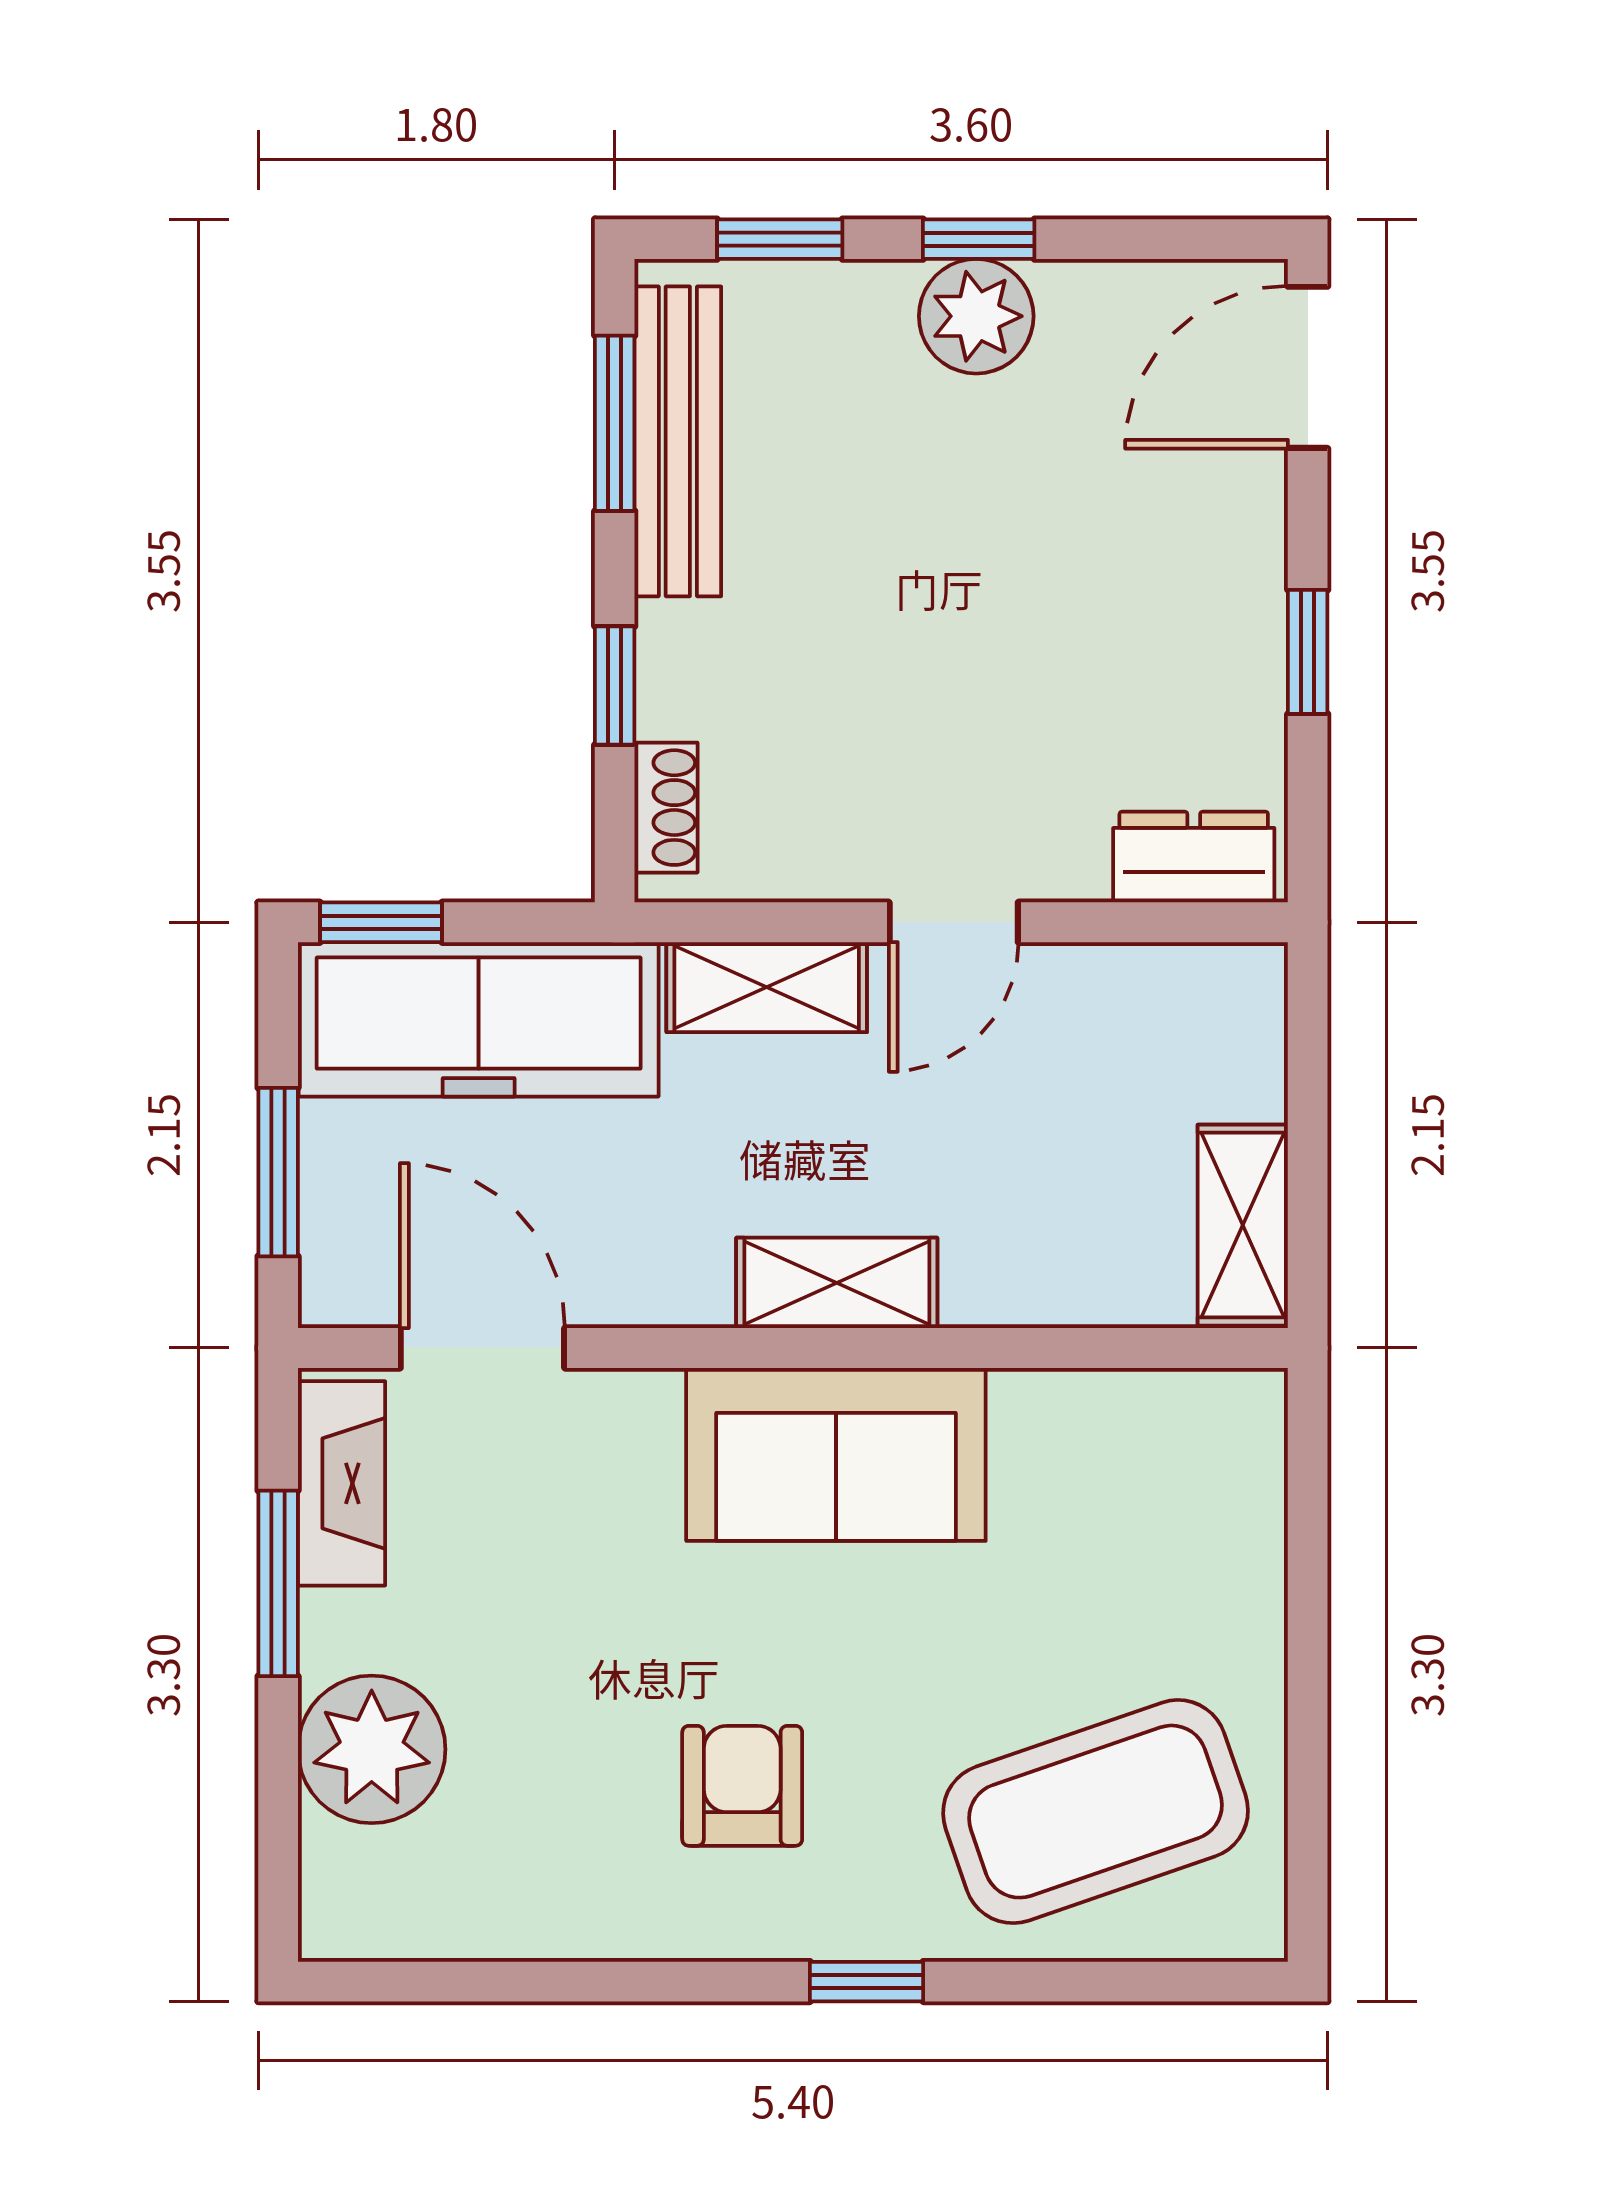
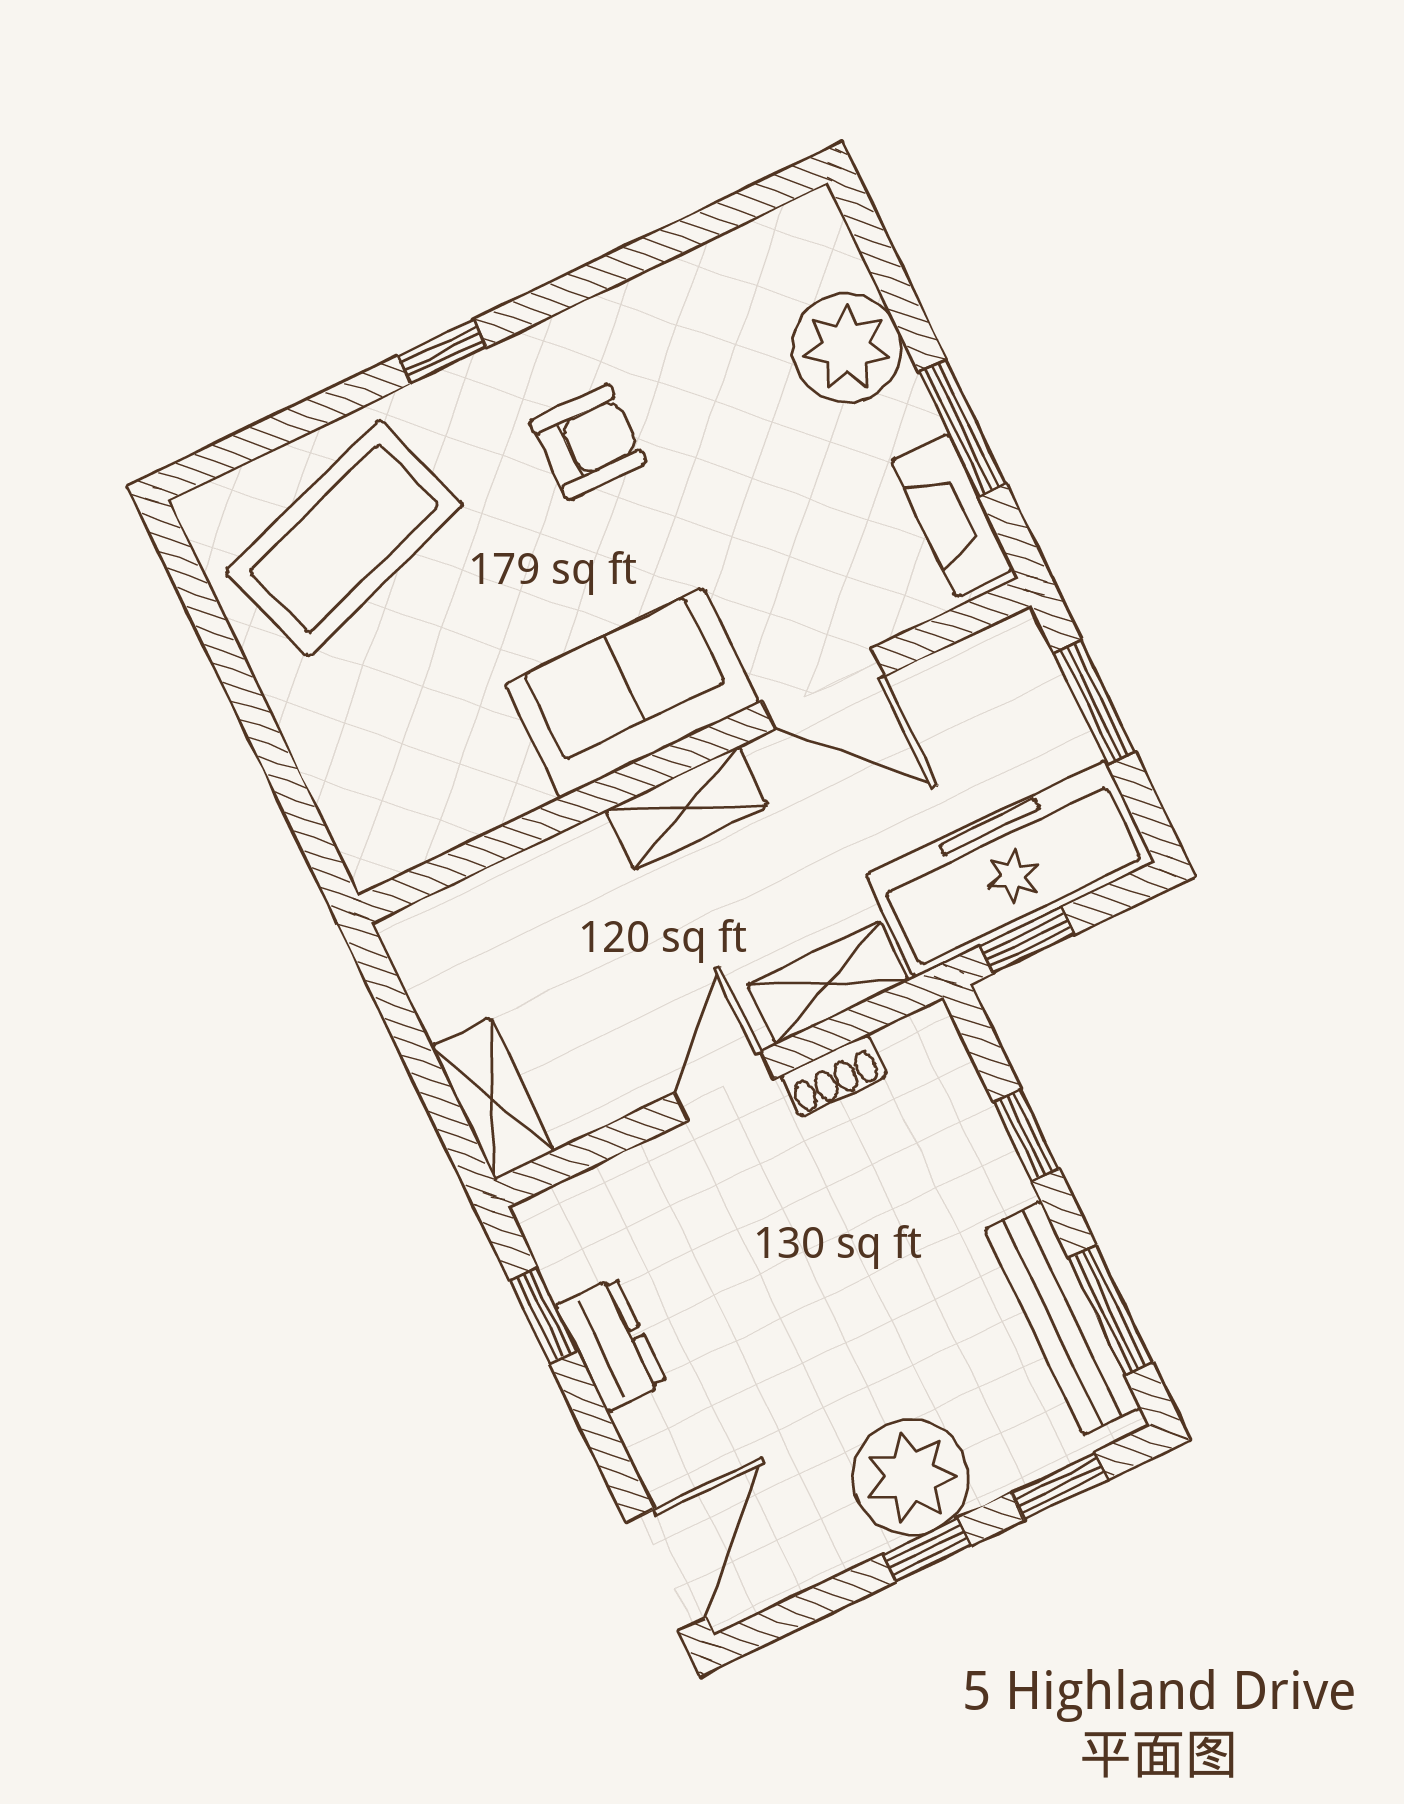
plant: (976, 316) -> (911, 1477), width x1.36, depth x1.36
window: (1308, 652) -> (544, 1315), moved
shoe rack: (666, 808) -> (833, 1076), moved, turned -90
dresser: (1194, 857) -> (611, 1344), moved, turned -90
window: (381, 922) -> (1027, 940), moved
shelving: (1243, 1225) -> (493, 1099), moved
door: (482, 1348) -> (823, 689), moved
armchair: (742, 1786) -> (588, 442), turned -90

